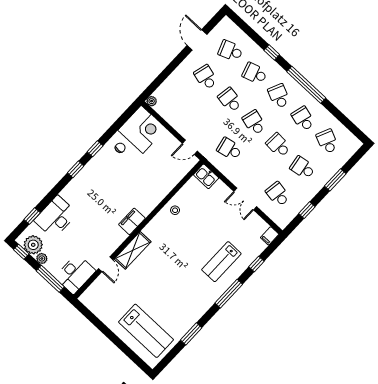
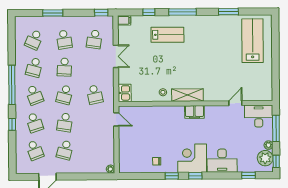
school desk: (279, 96) -> (34, 95), turned -45
corner desk: (142, 129) -> (192, 158), moved
window: (307, 210) -> (101, 13), moved
desk: (56, 217) -> (222, 161), moved
shelving: (133, 250) -> (187, 95), moved

